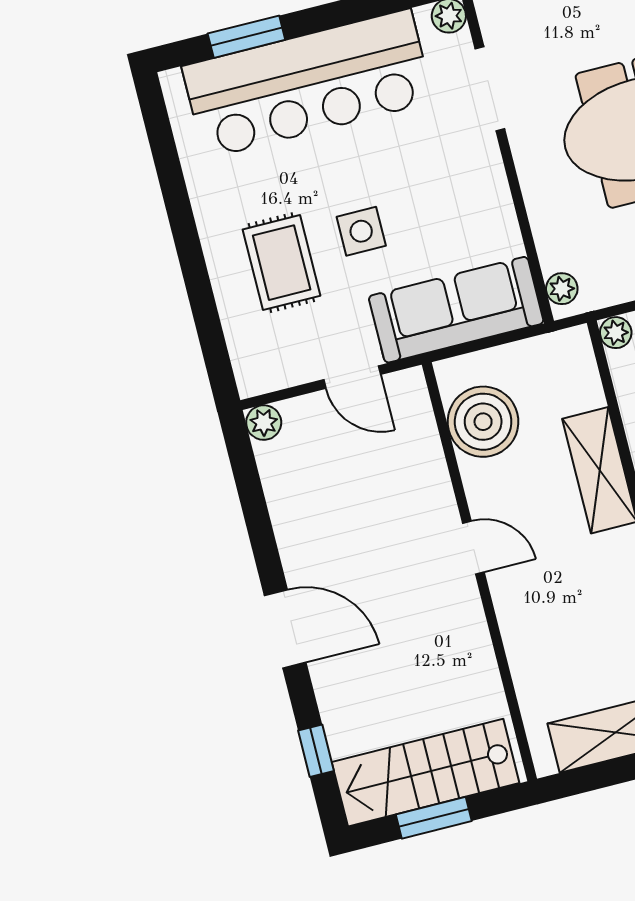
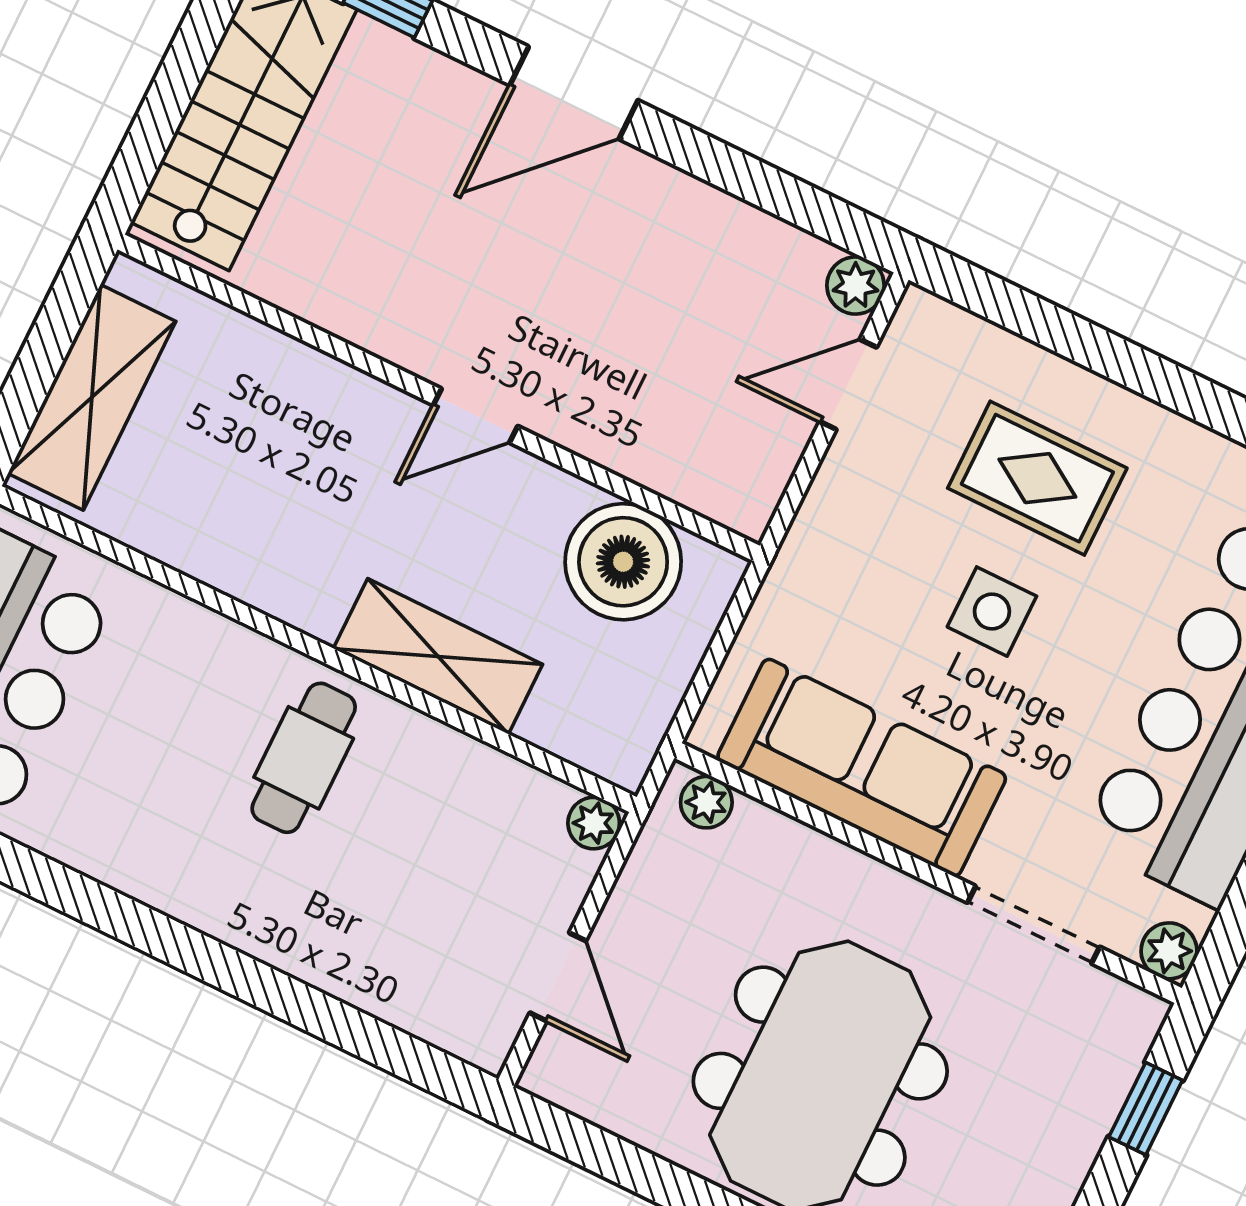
sofa: (456, 310) -> (862, 768), moved, turned -90
door: (352, 377) -> (848, 384), moved
window: (434, 818) -> (178, 78), removed

